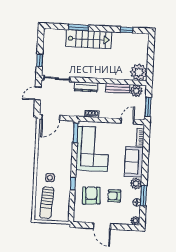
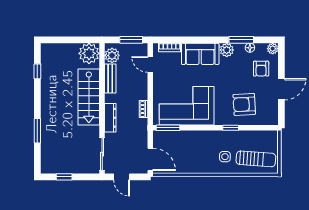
stairs: (89, 39) -> (89, 97), moved, turned 180
window: (40, 60) -> (64, 177), moved
armchair: (114, 196) -> (261, 69), moved

